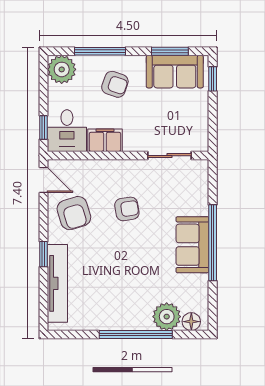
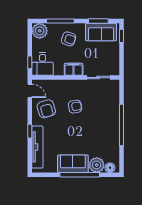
filing cabinet: (105, 140) -> (74, 69), moved
sofa: (192, 245) -> (73, 164), moved, turned 90

